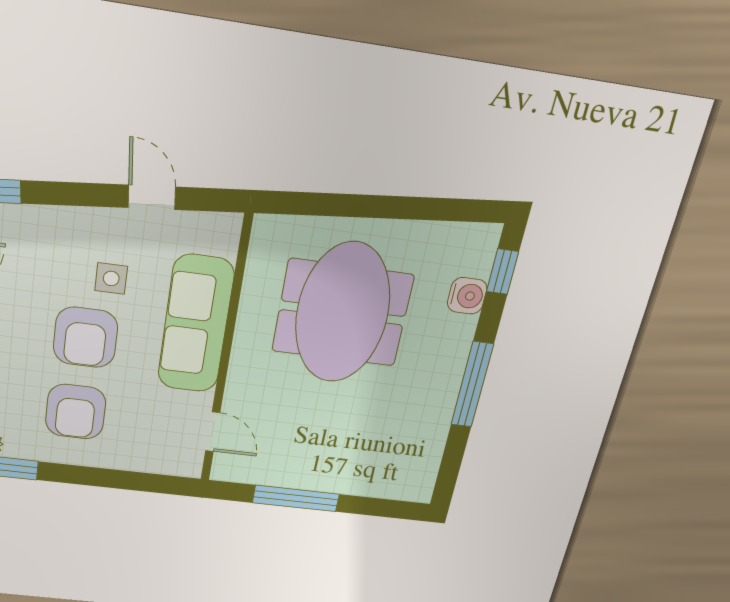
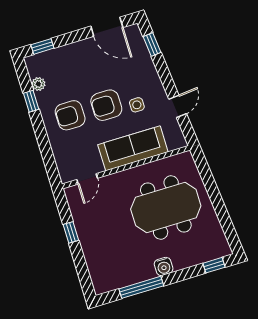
water cooler: (467, 296) -> (164, 266), moved
window: (472, 385) -> (141, 287), moved
window: (296, 498) -> (71, 232), width x0.46

